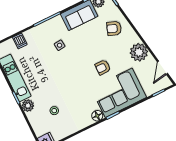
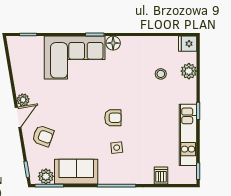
plant: (139, 52) -> (23, 100), width x0.53, depth x0.53
armchair: (103, 67) -> (113, 118), moved
door: (162, 68) -> (18, 117), moved
plant: (28, 106) -> (189, 71), moved

